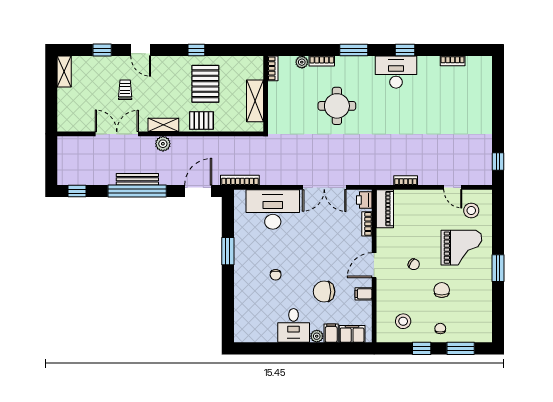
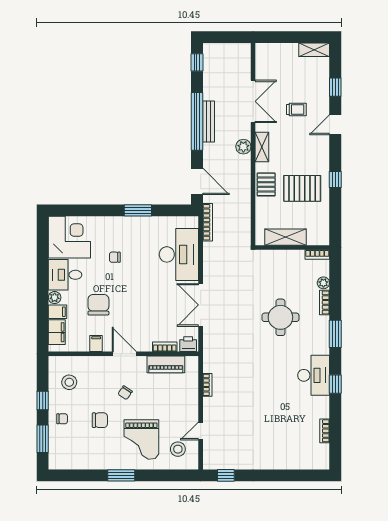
piano: (385, 209) -> (166, 364), moved
corner desk: (255, 321) -> (69, 237), added

